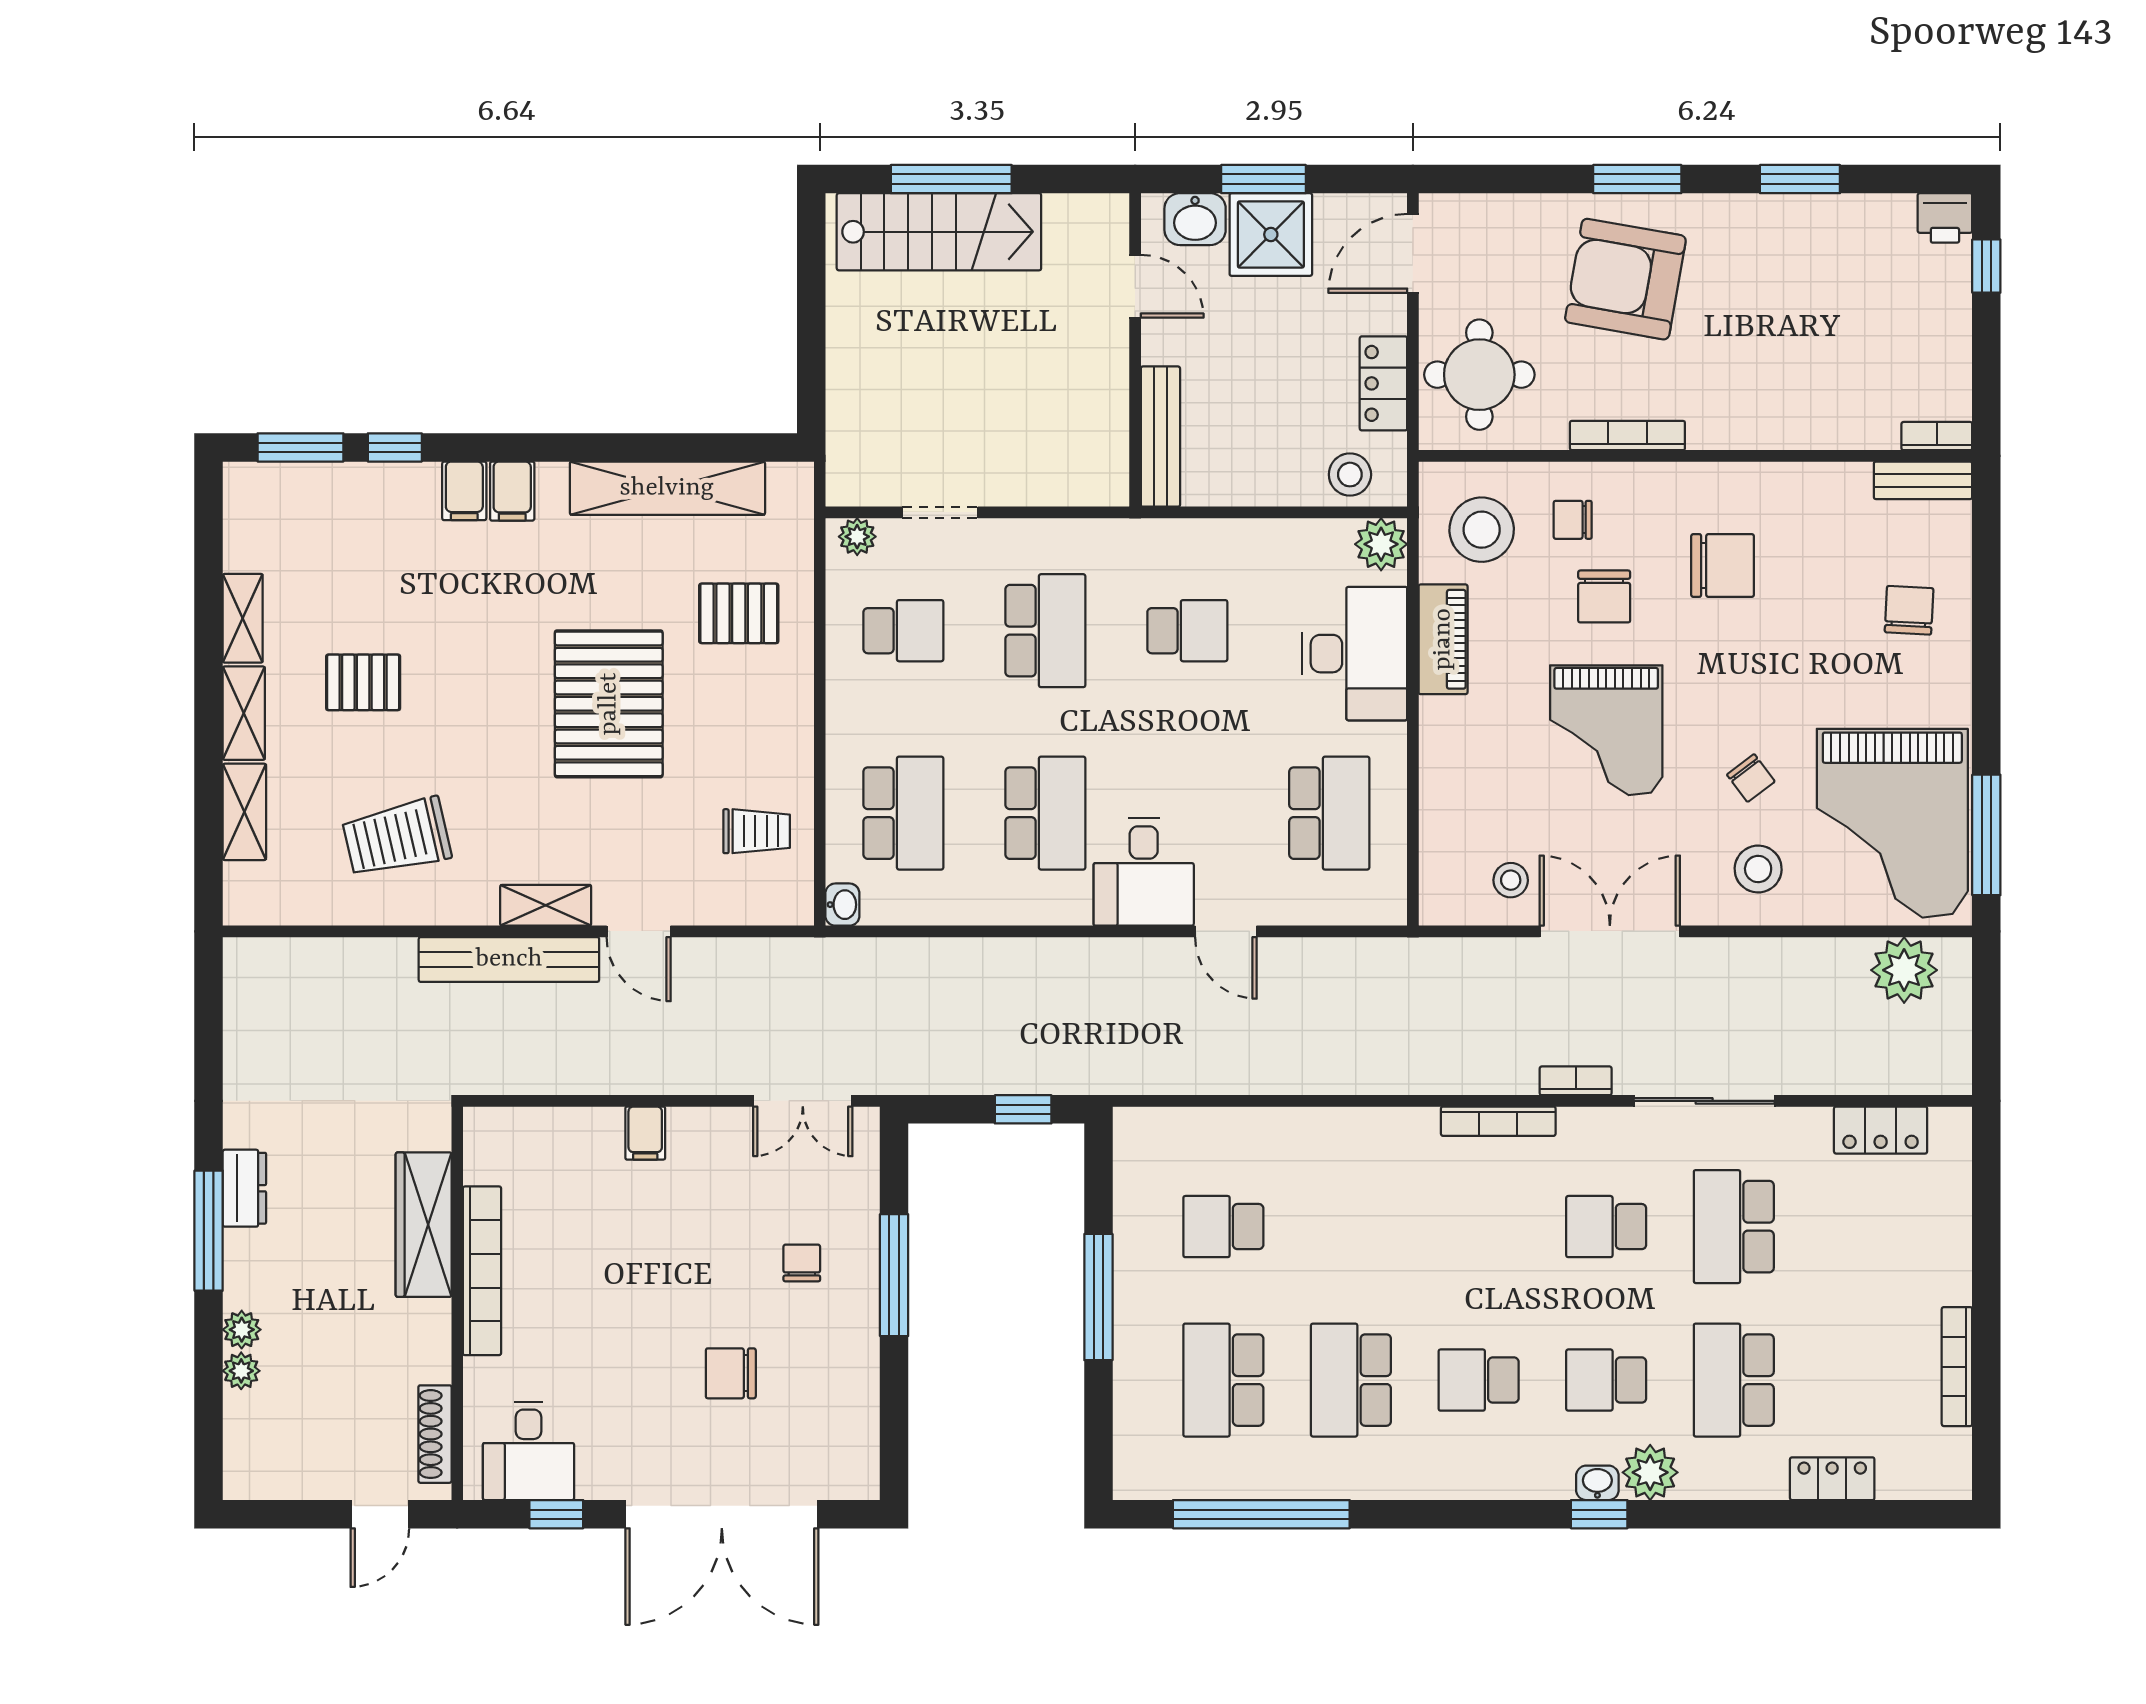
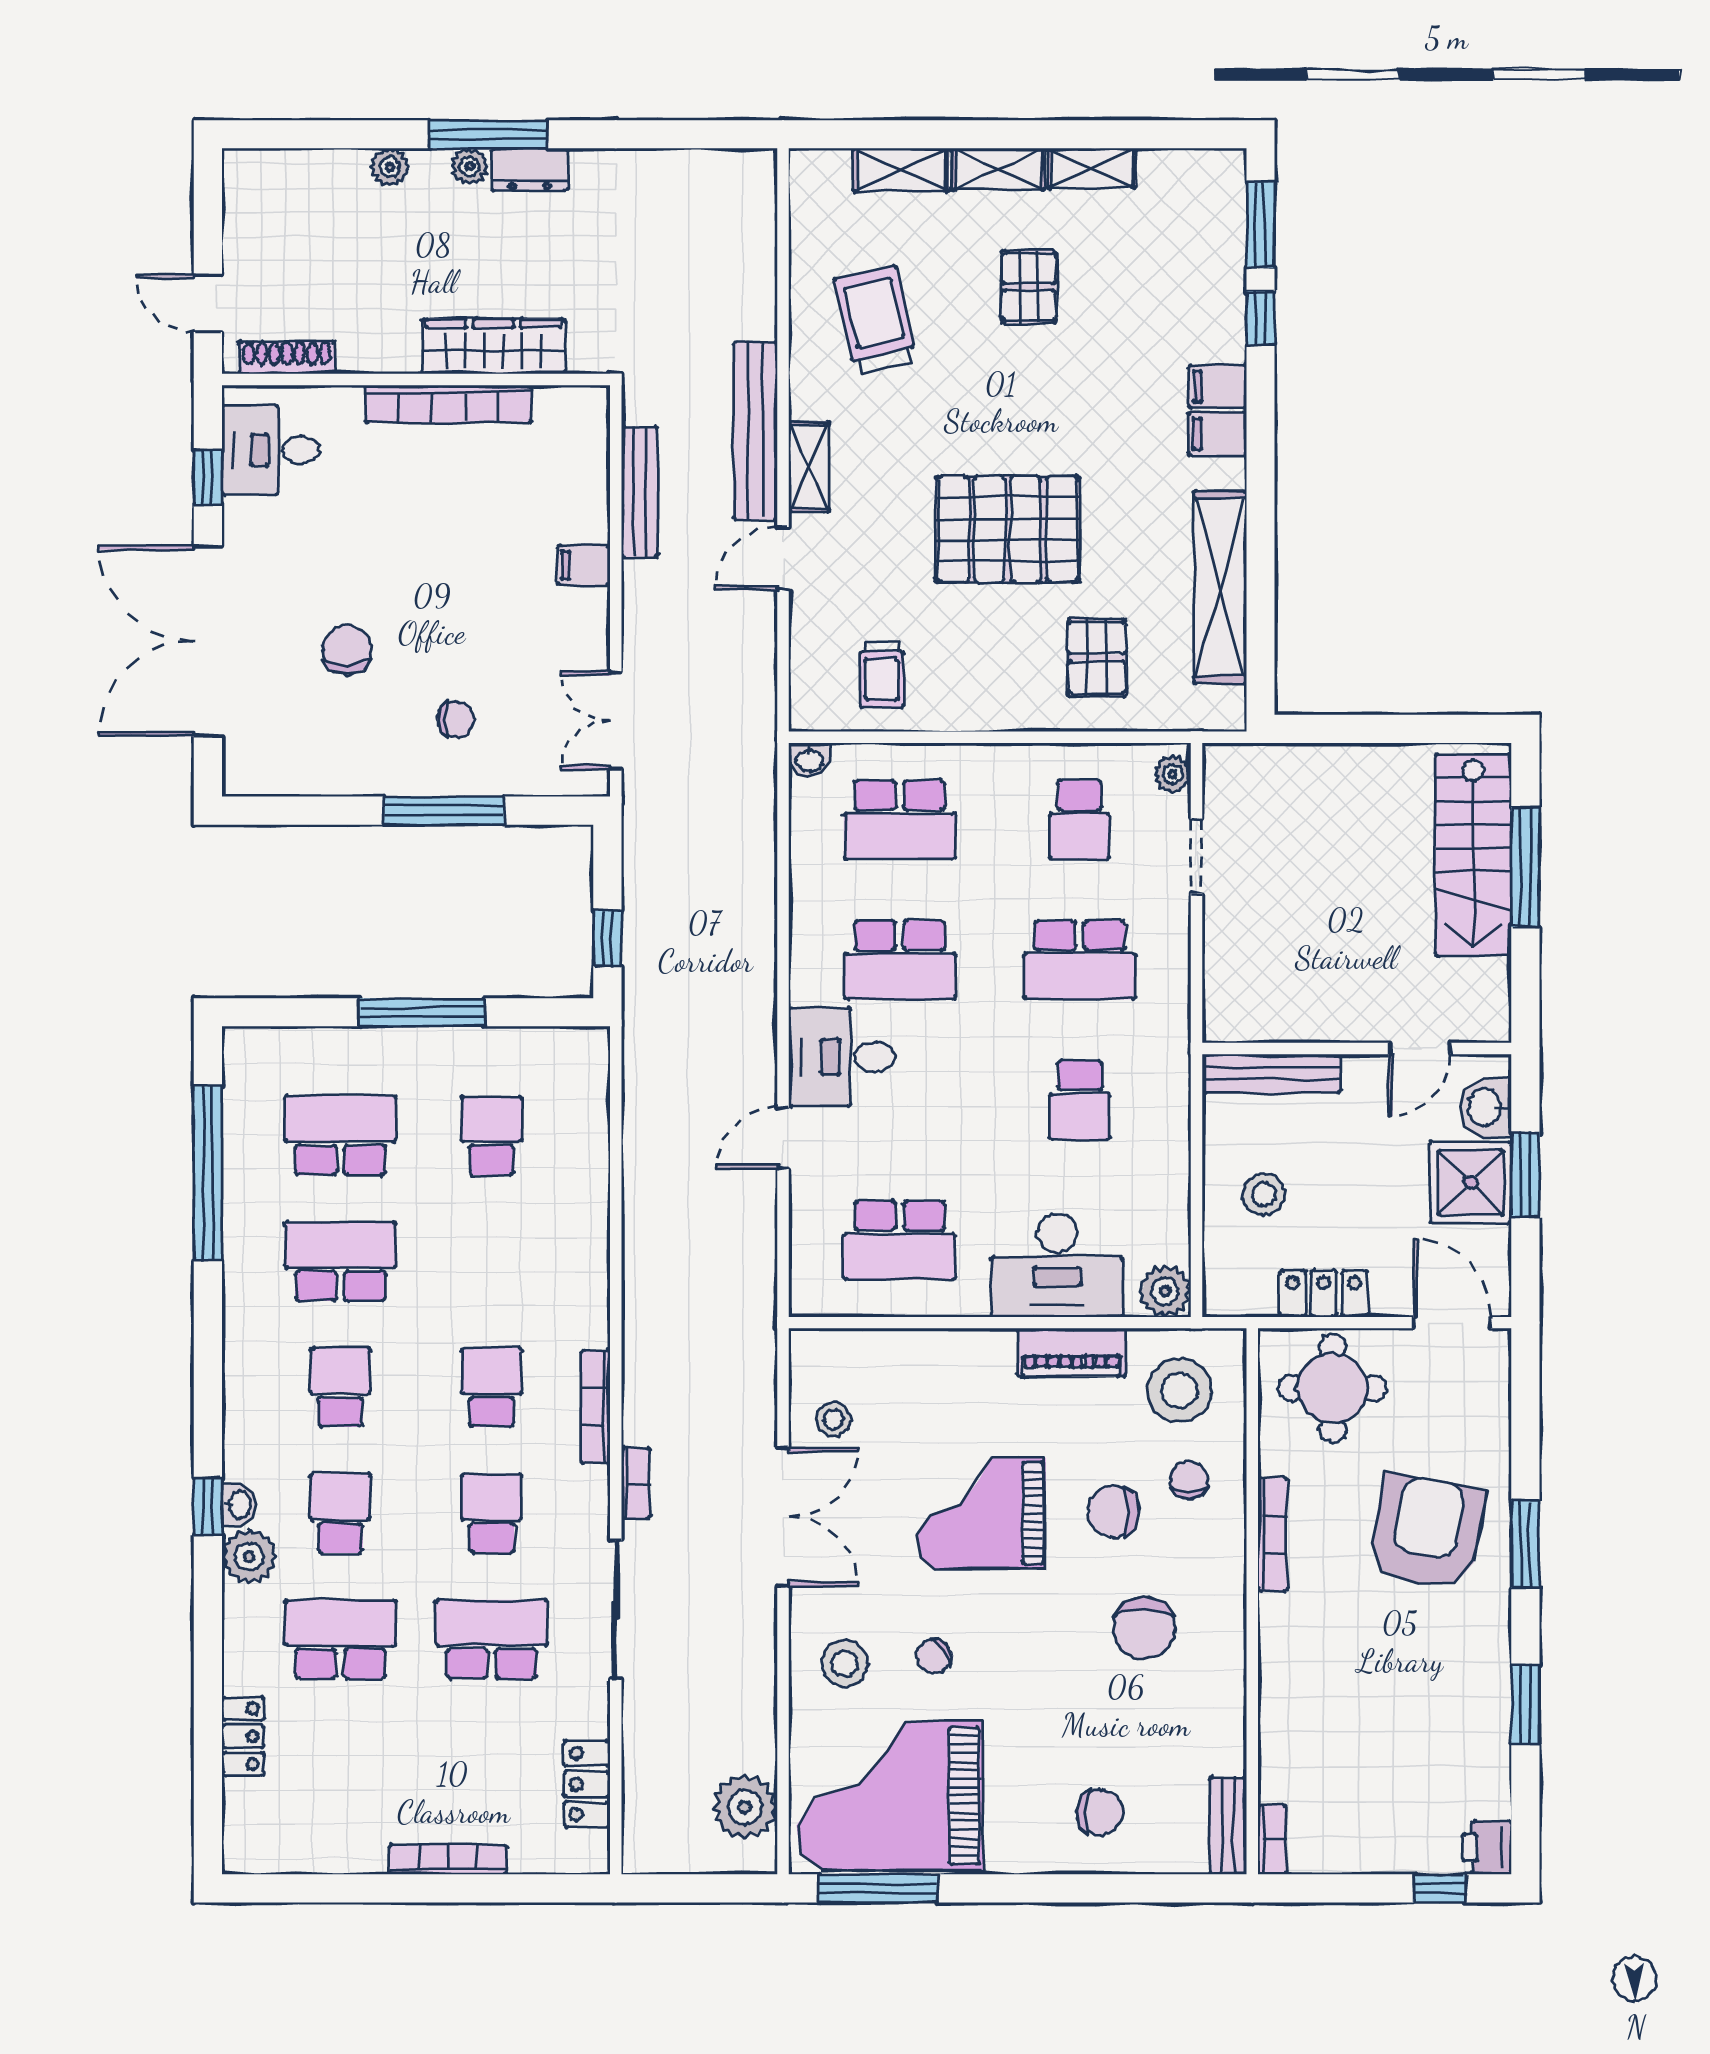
stool: (1350, 475) -> (1264, 1194), moved
bench: (571, 1077) -> (640, 492), added
school desk: (1479, 1227) -> (492, 1387), added
bookcase: (1957, 1367) -> (448, 1859), moved
plant: (241, 1371) -> (470, 166), moved

